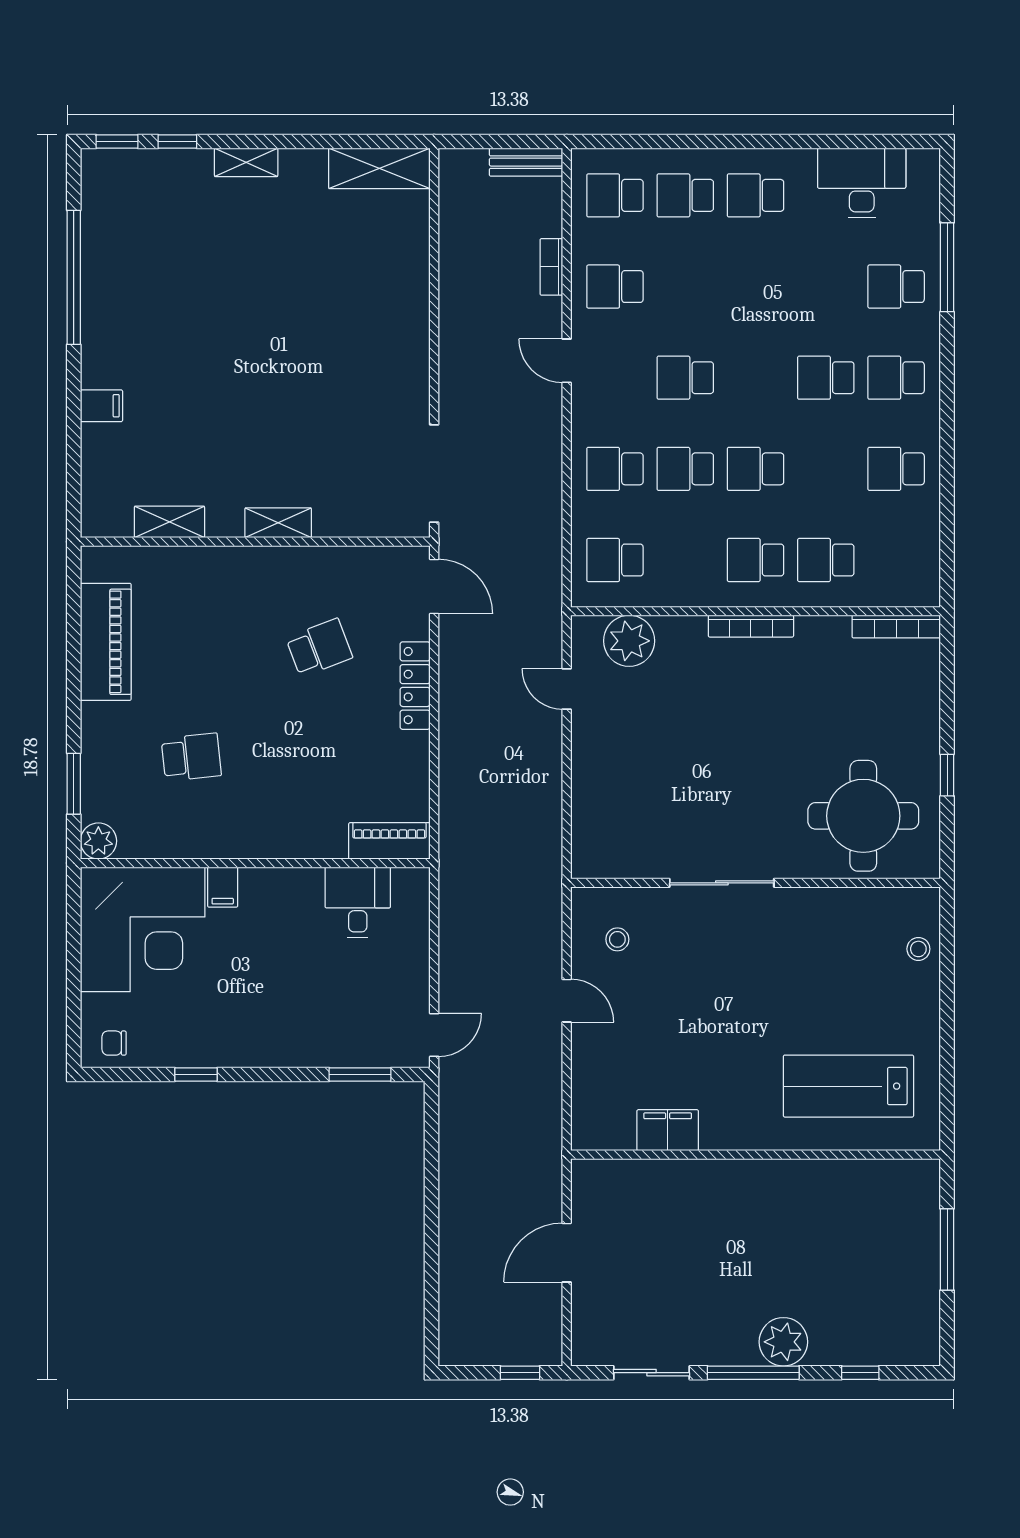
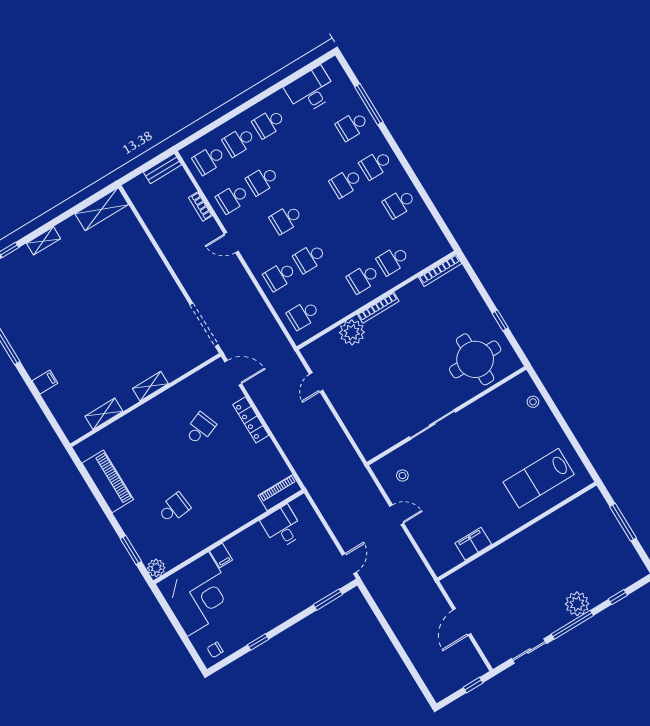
school desk: (756, 469) -> (262, 180), moved
plant: (629, 641) -> (352, 332), moved
door: (567, 689) -> (316, 382), hinge flipped

